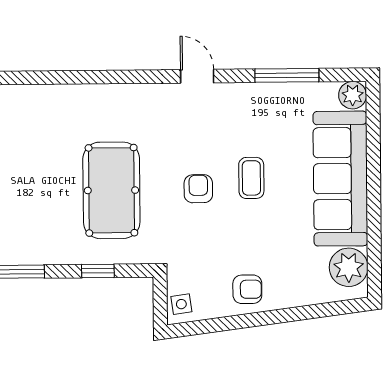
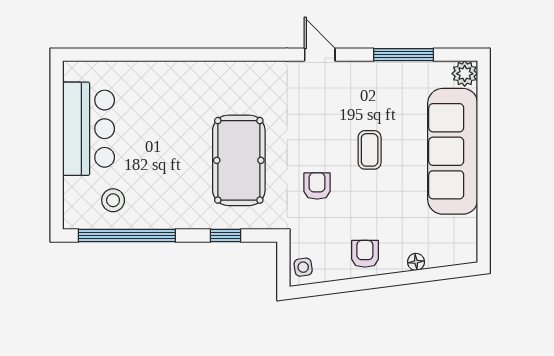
armchair: (198, 189) -> (317, 186), moved
plant: (349, 267) -> (460, 234), removed
armchair: (247, 289) -> (365, 254), turned -90
floor lamp: (302, 297) -> (416, 262), added

